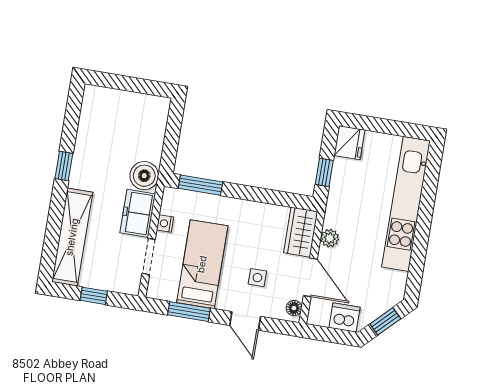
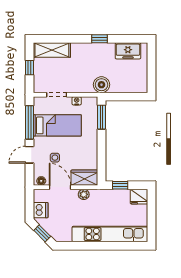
freezer: (138, 213) -> (128, 51), moved, turned 180
shelving: (72, 237) -> (52, 50), width x0.68
door: (310, 277) -> (60, 187), swing flipped
window: (189, 312) -> (29, 122), width x1.44

